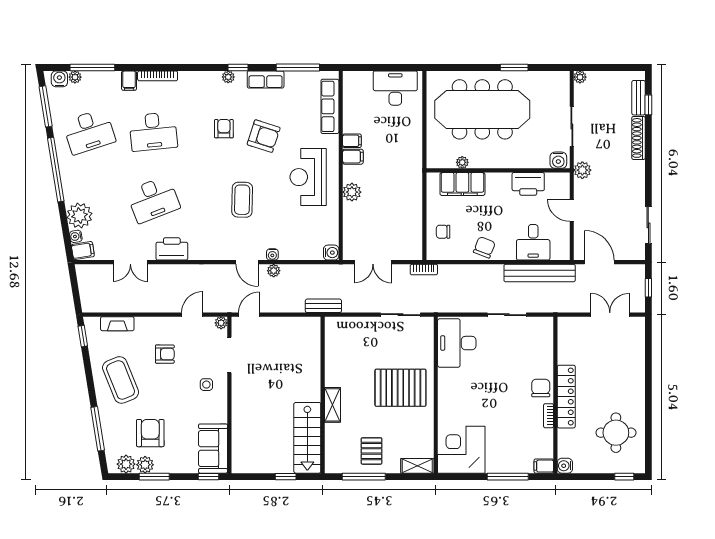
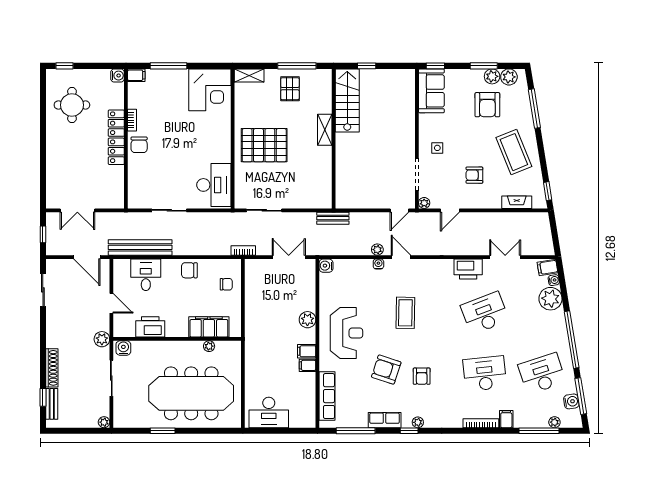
water cooler: (59, 79) -> (571, 401), moved, turned -99
chair: (484, 247) -> (189, 270), turned 69

